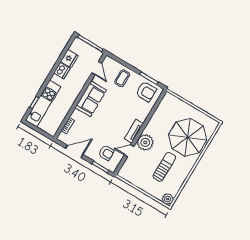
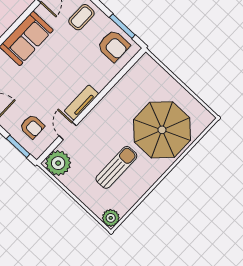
plant: (145, 142) -> (58, 163), moved
door: (129, 151) -> (68, 131), hinge flipped

